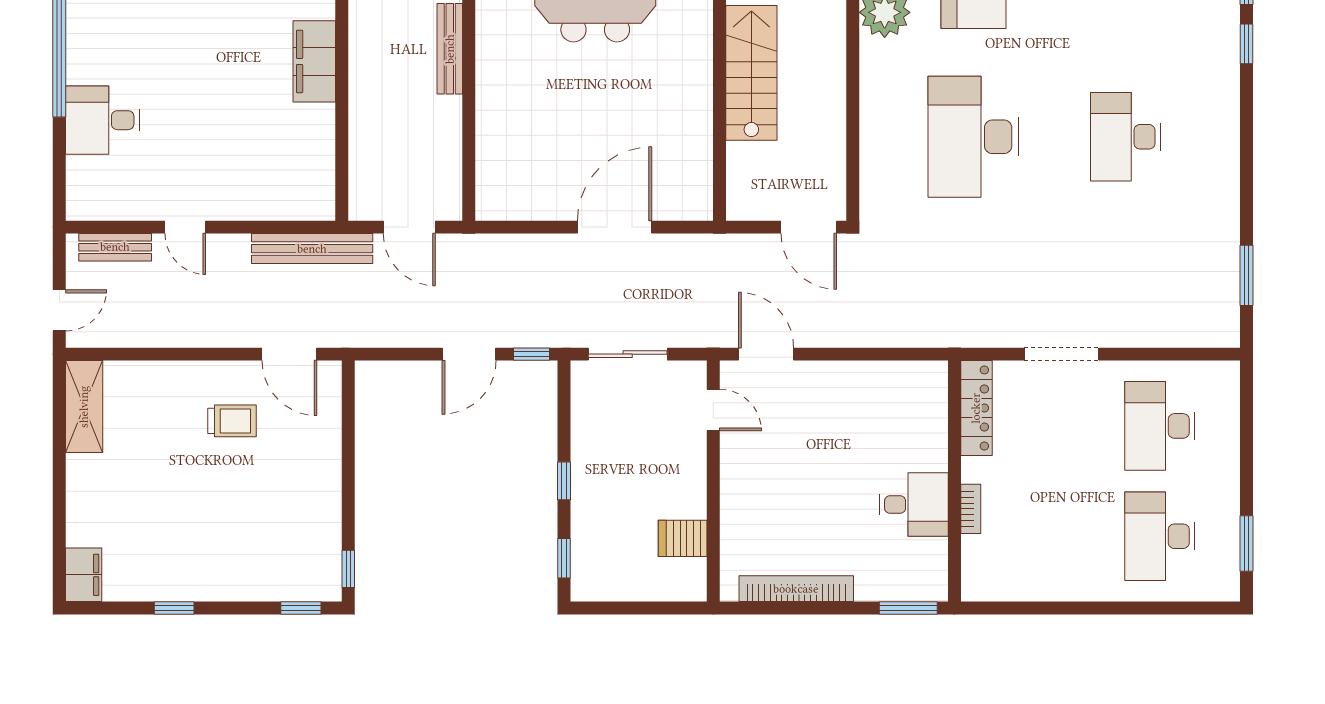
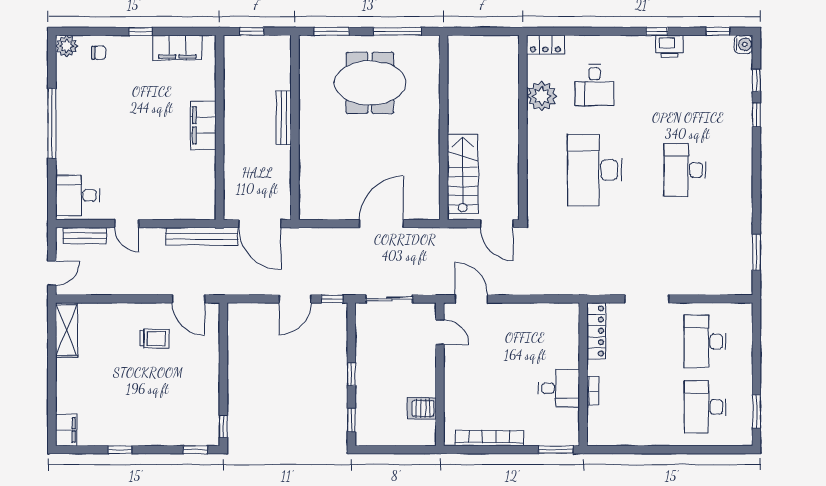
stairs: (751, 73) -> (463, 174), moved
desk: (103, 120) -> (78, 195), moved
door: (409, 227) -> (260, 224), width x1.36

